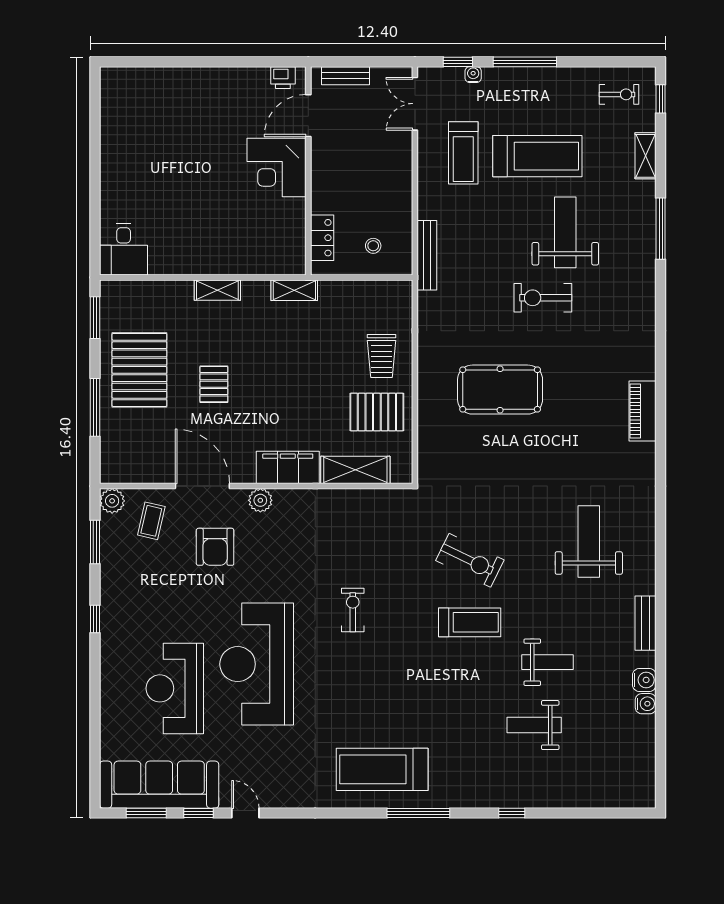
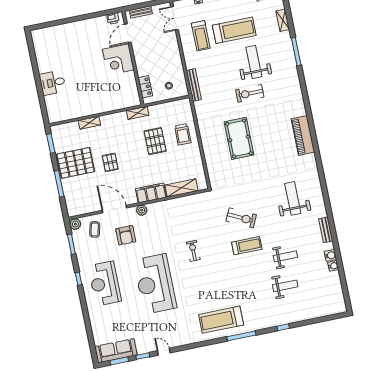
desk: (124, 249) -> (53, 83), moved, turned 90
shelving: (217, 290) -> (89, 123), moved
pallet: (139, 370) -> (76, 163), turned 90
pool table: (500, 390) -> (239, 138), turned 90
piano: (642, 411) -> (303, 135), width x1.37, depth x1.33
pallet: (377, 412) -> (155, 141), moved, turned 90
reception desk: (175, 688) -> (105, 283), moved
weight bench: (534, 725) -> (285, 286), turned 180
sofa: (159, 785) -> (116, 351), width x0.74, depth x0.79

